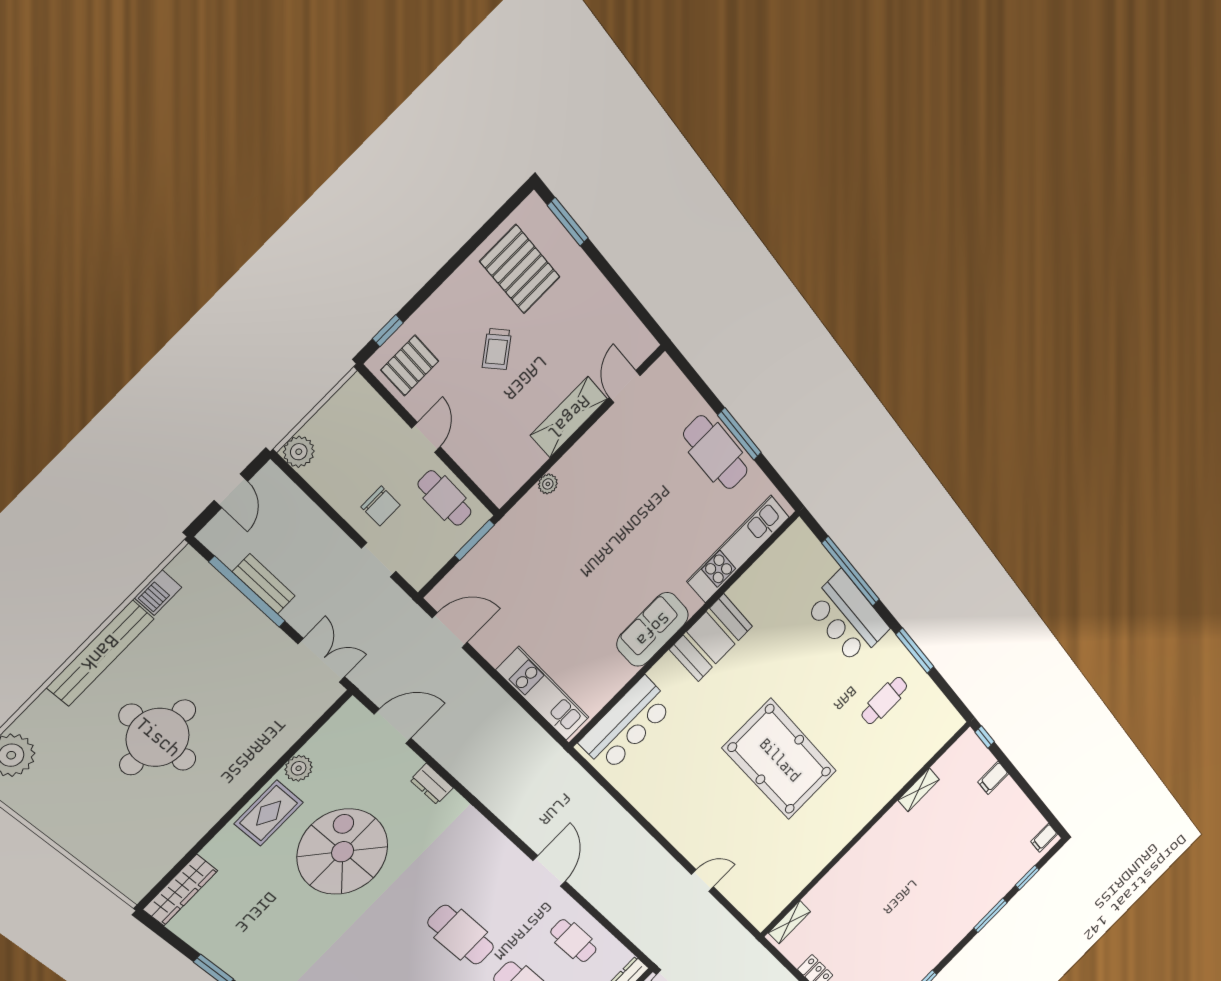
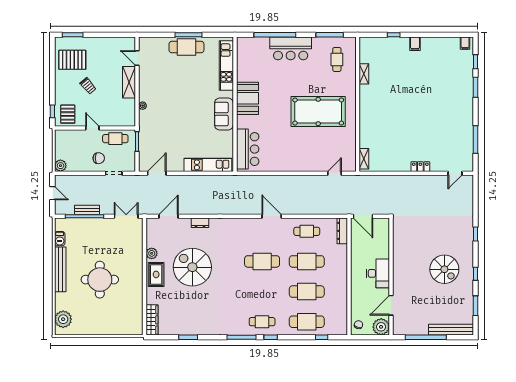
shelving: (919, 790) -> (364, 74), moved
wall: (865, 830) -> (358, 104), moved
shelving: (789, 922) -> (364, 159), moved

